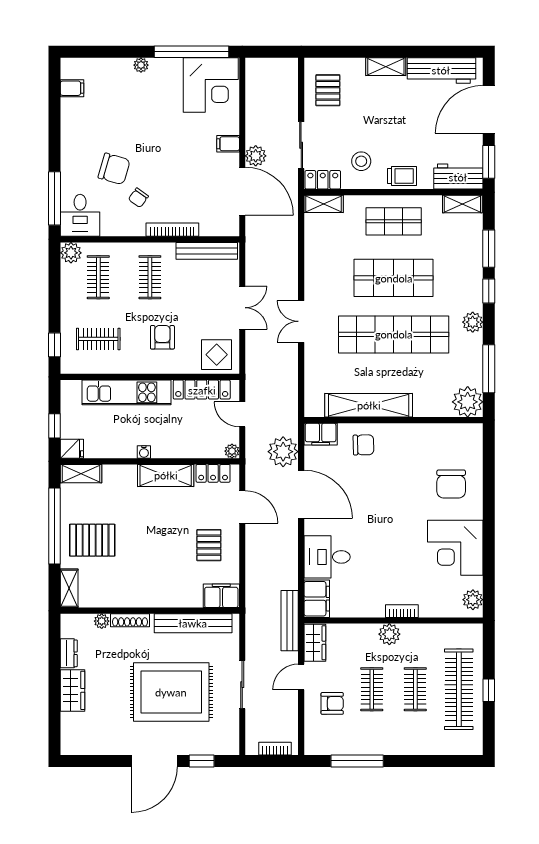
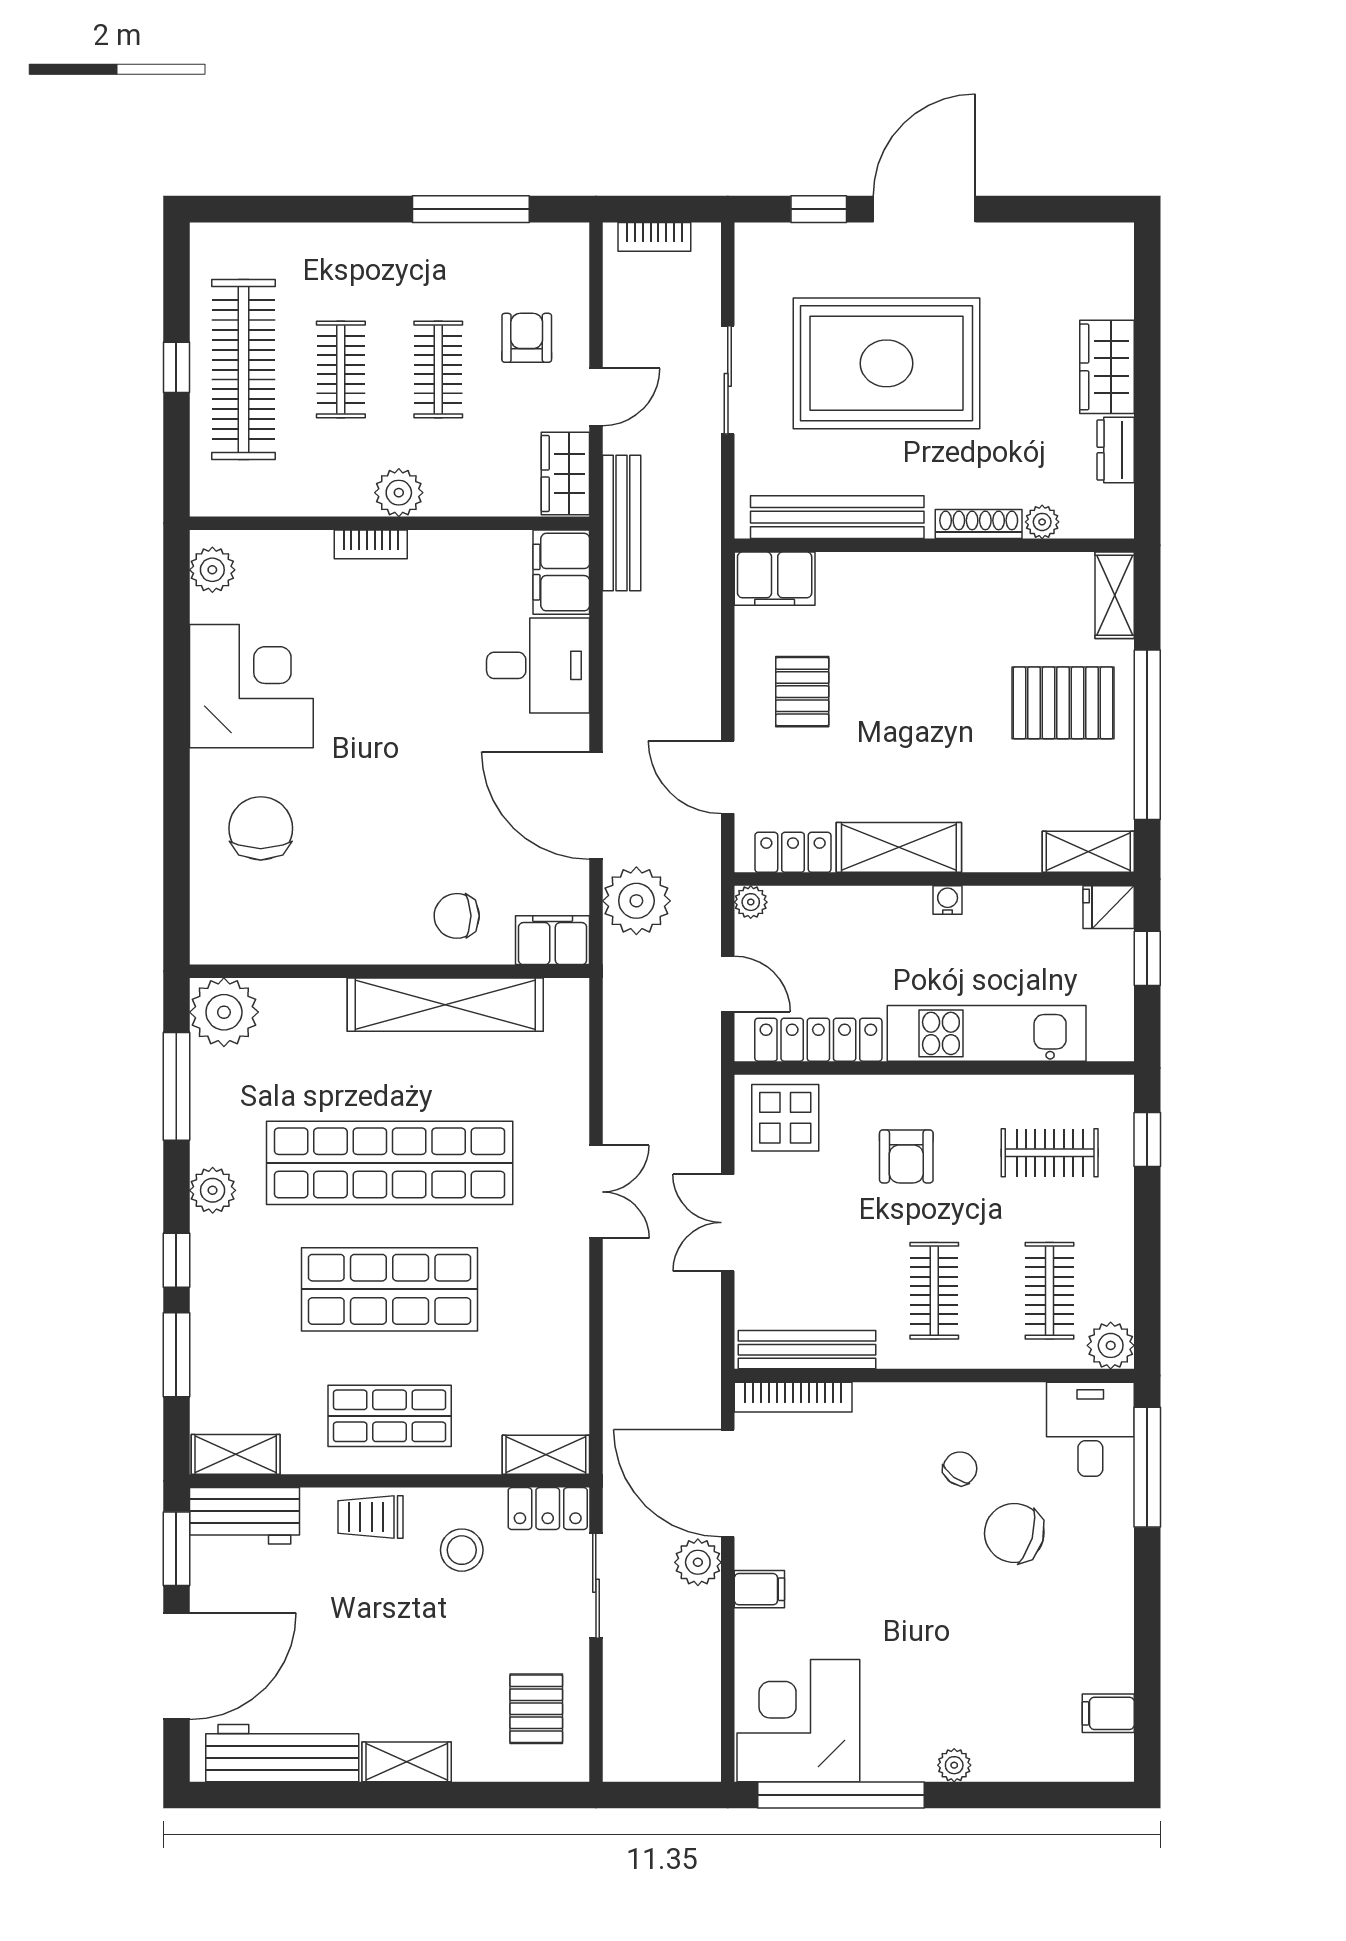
bookcase: (172, 230) -> (793, 1397), moved
armchair: (332, 703) -> (527, 338), turned 90

